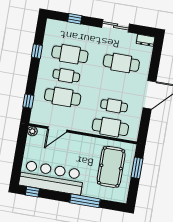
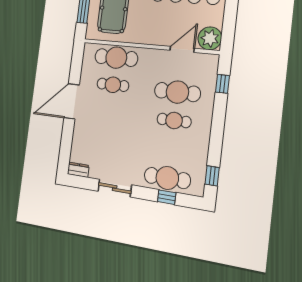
window: (37, 51) -> (212, 176), moved
cafe table: (70, 54) -> (167, 178), moved
cafe table: (121, 63) -> (106, 140), removed
plant: (32, 131) -> (210, 38), width x1.88, depth x1.88

